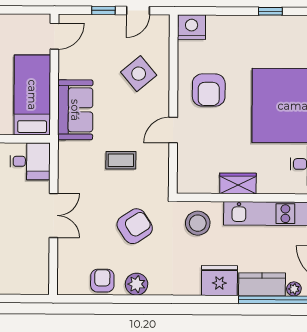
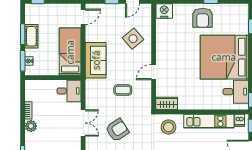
armchair: (209, 90) -> (203, 18), moved
wardrobe: (238, 183) -> (167, 103), moved
armchair: (135, 226) -> (117, 130), moved

